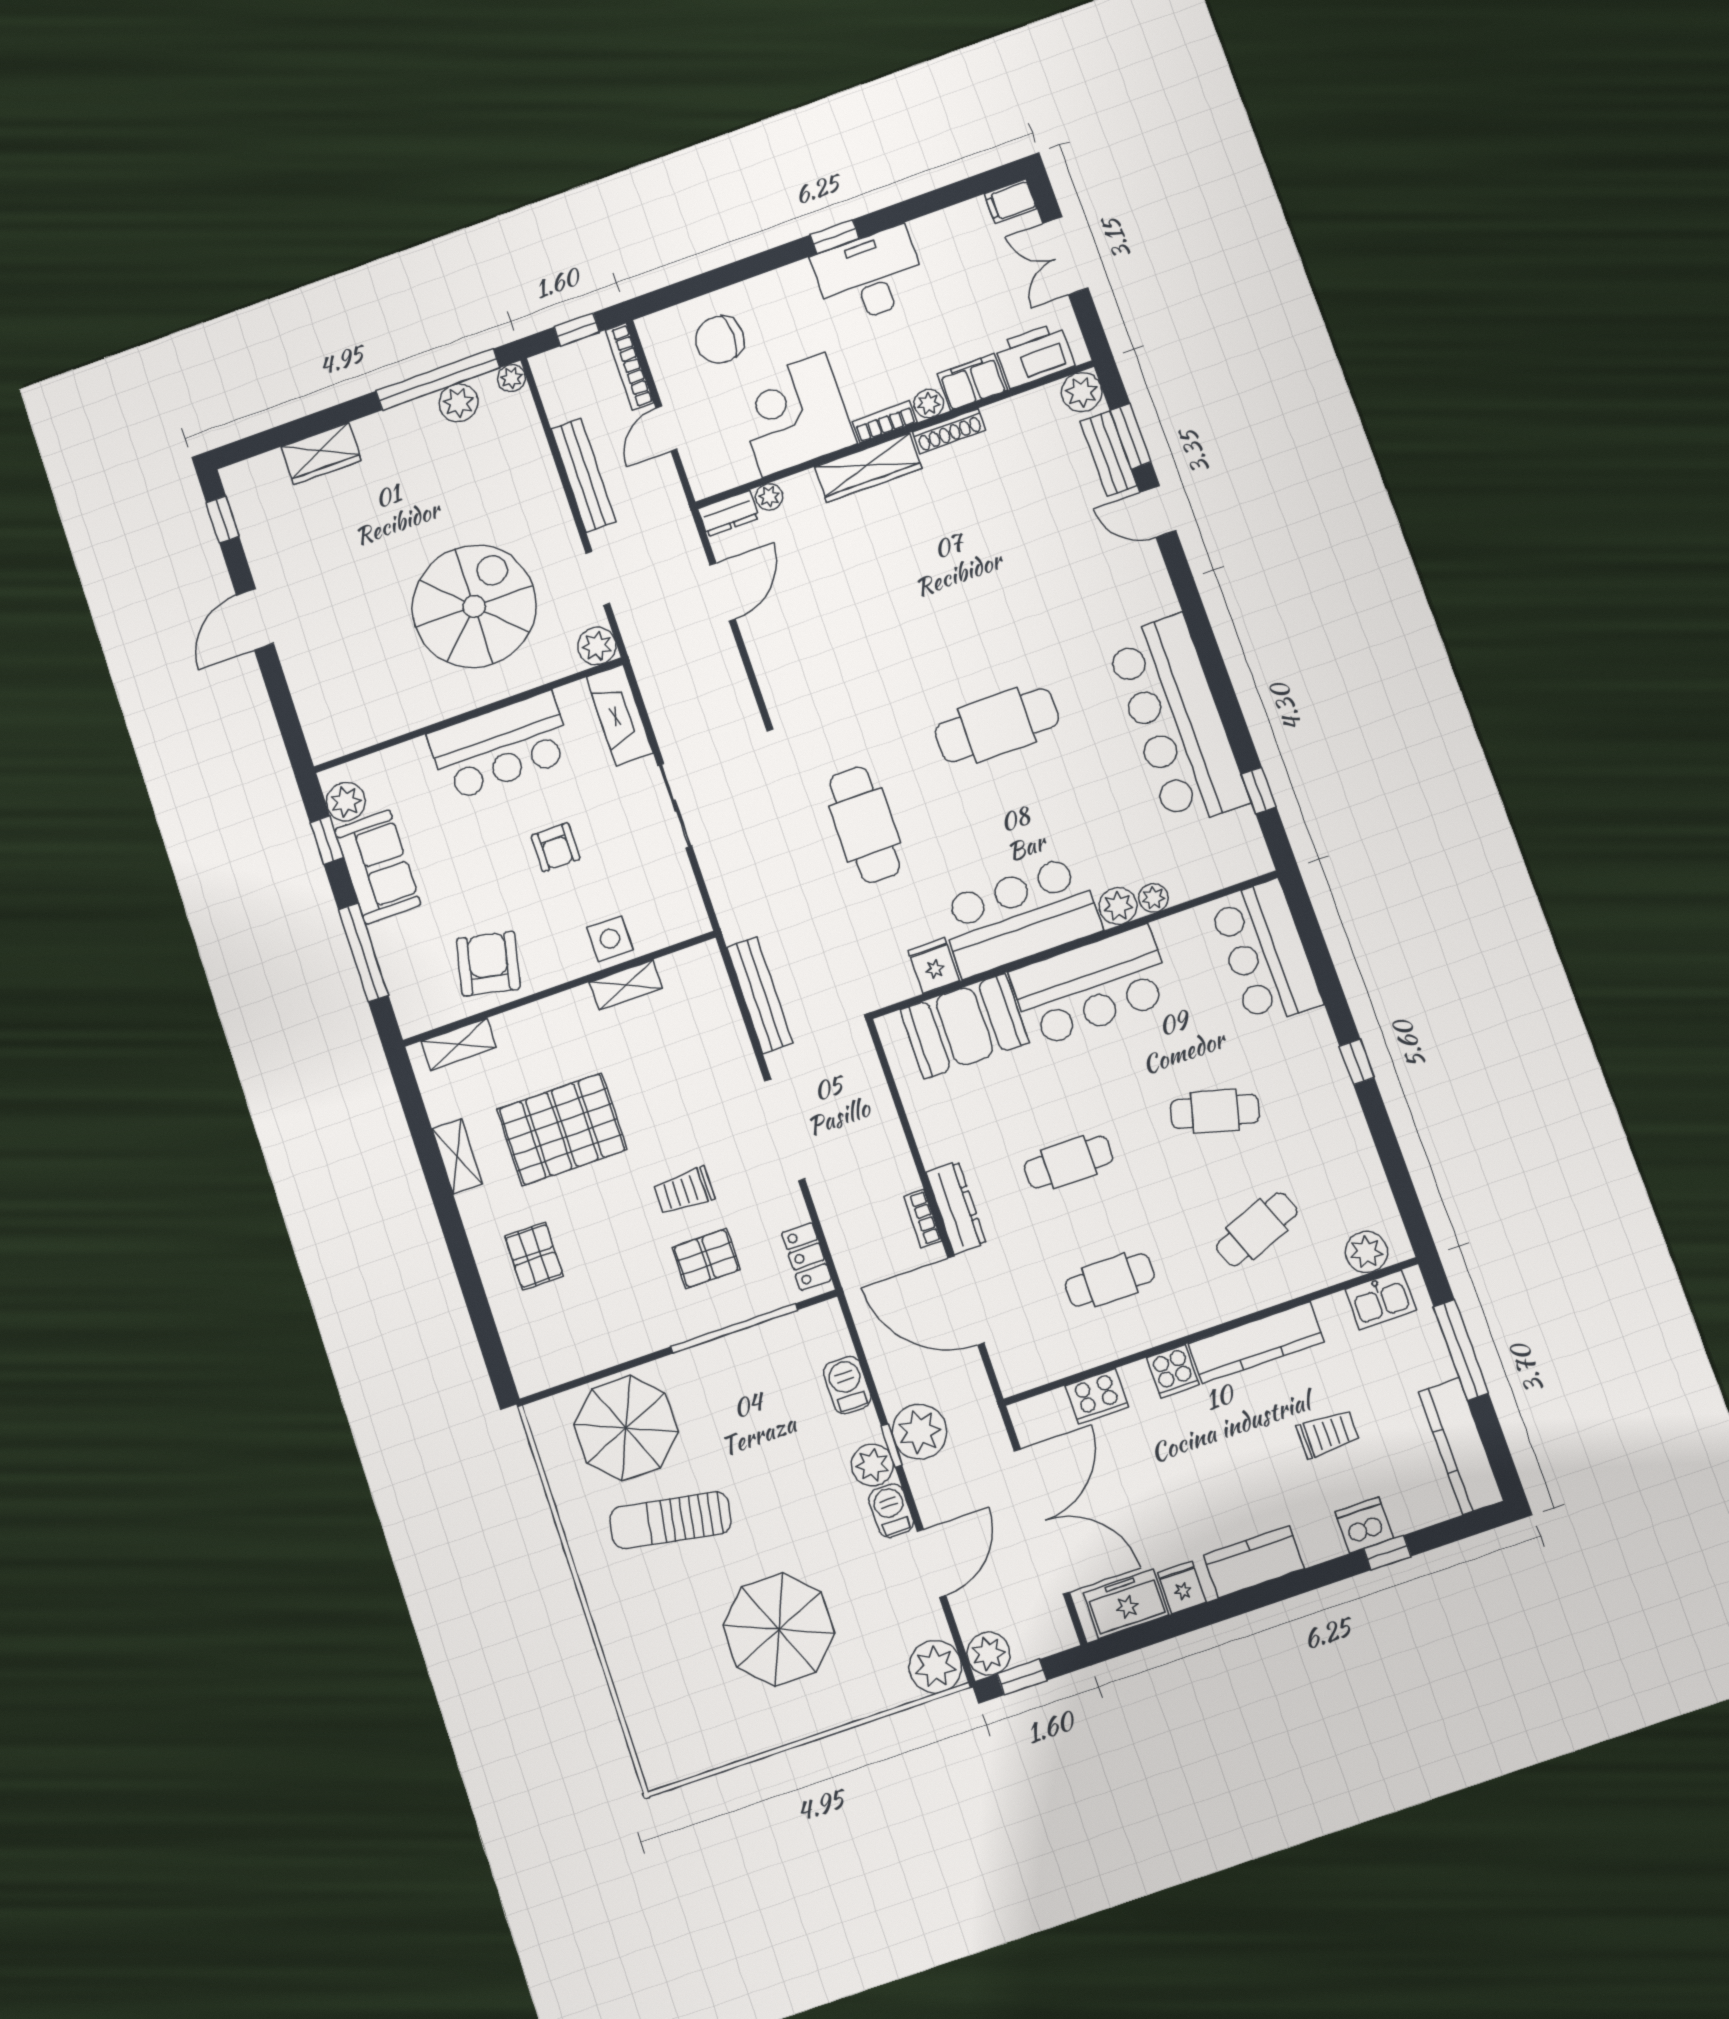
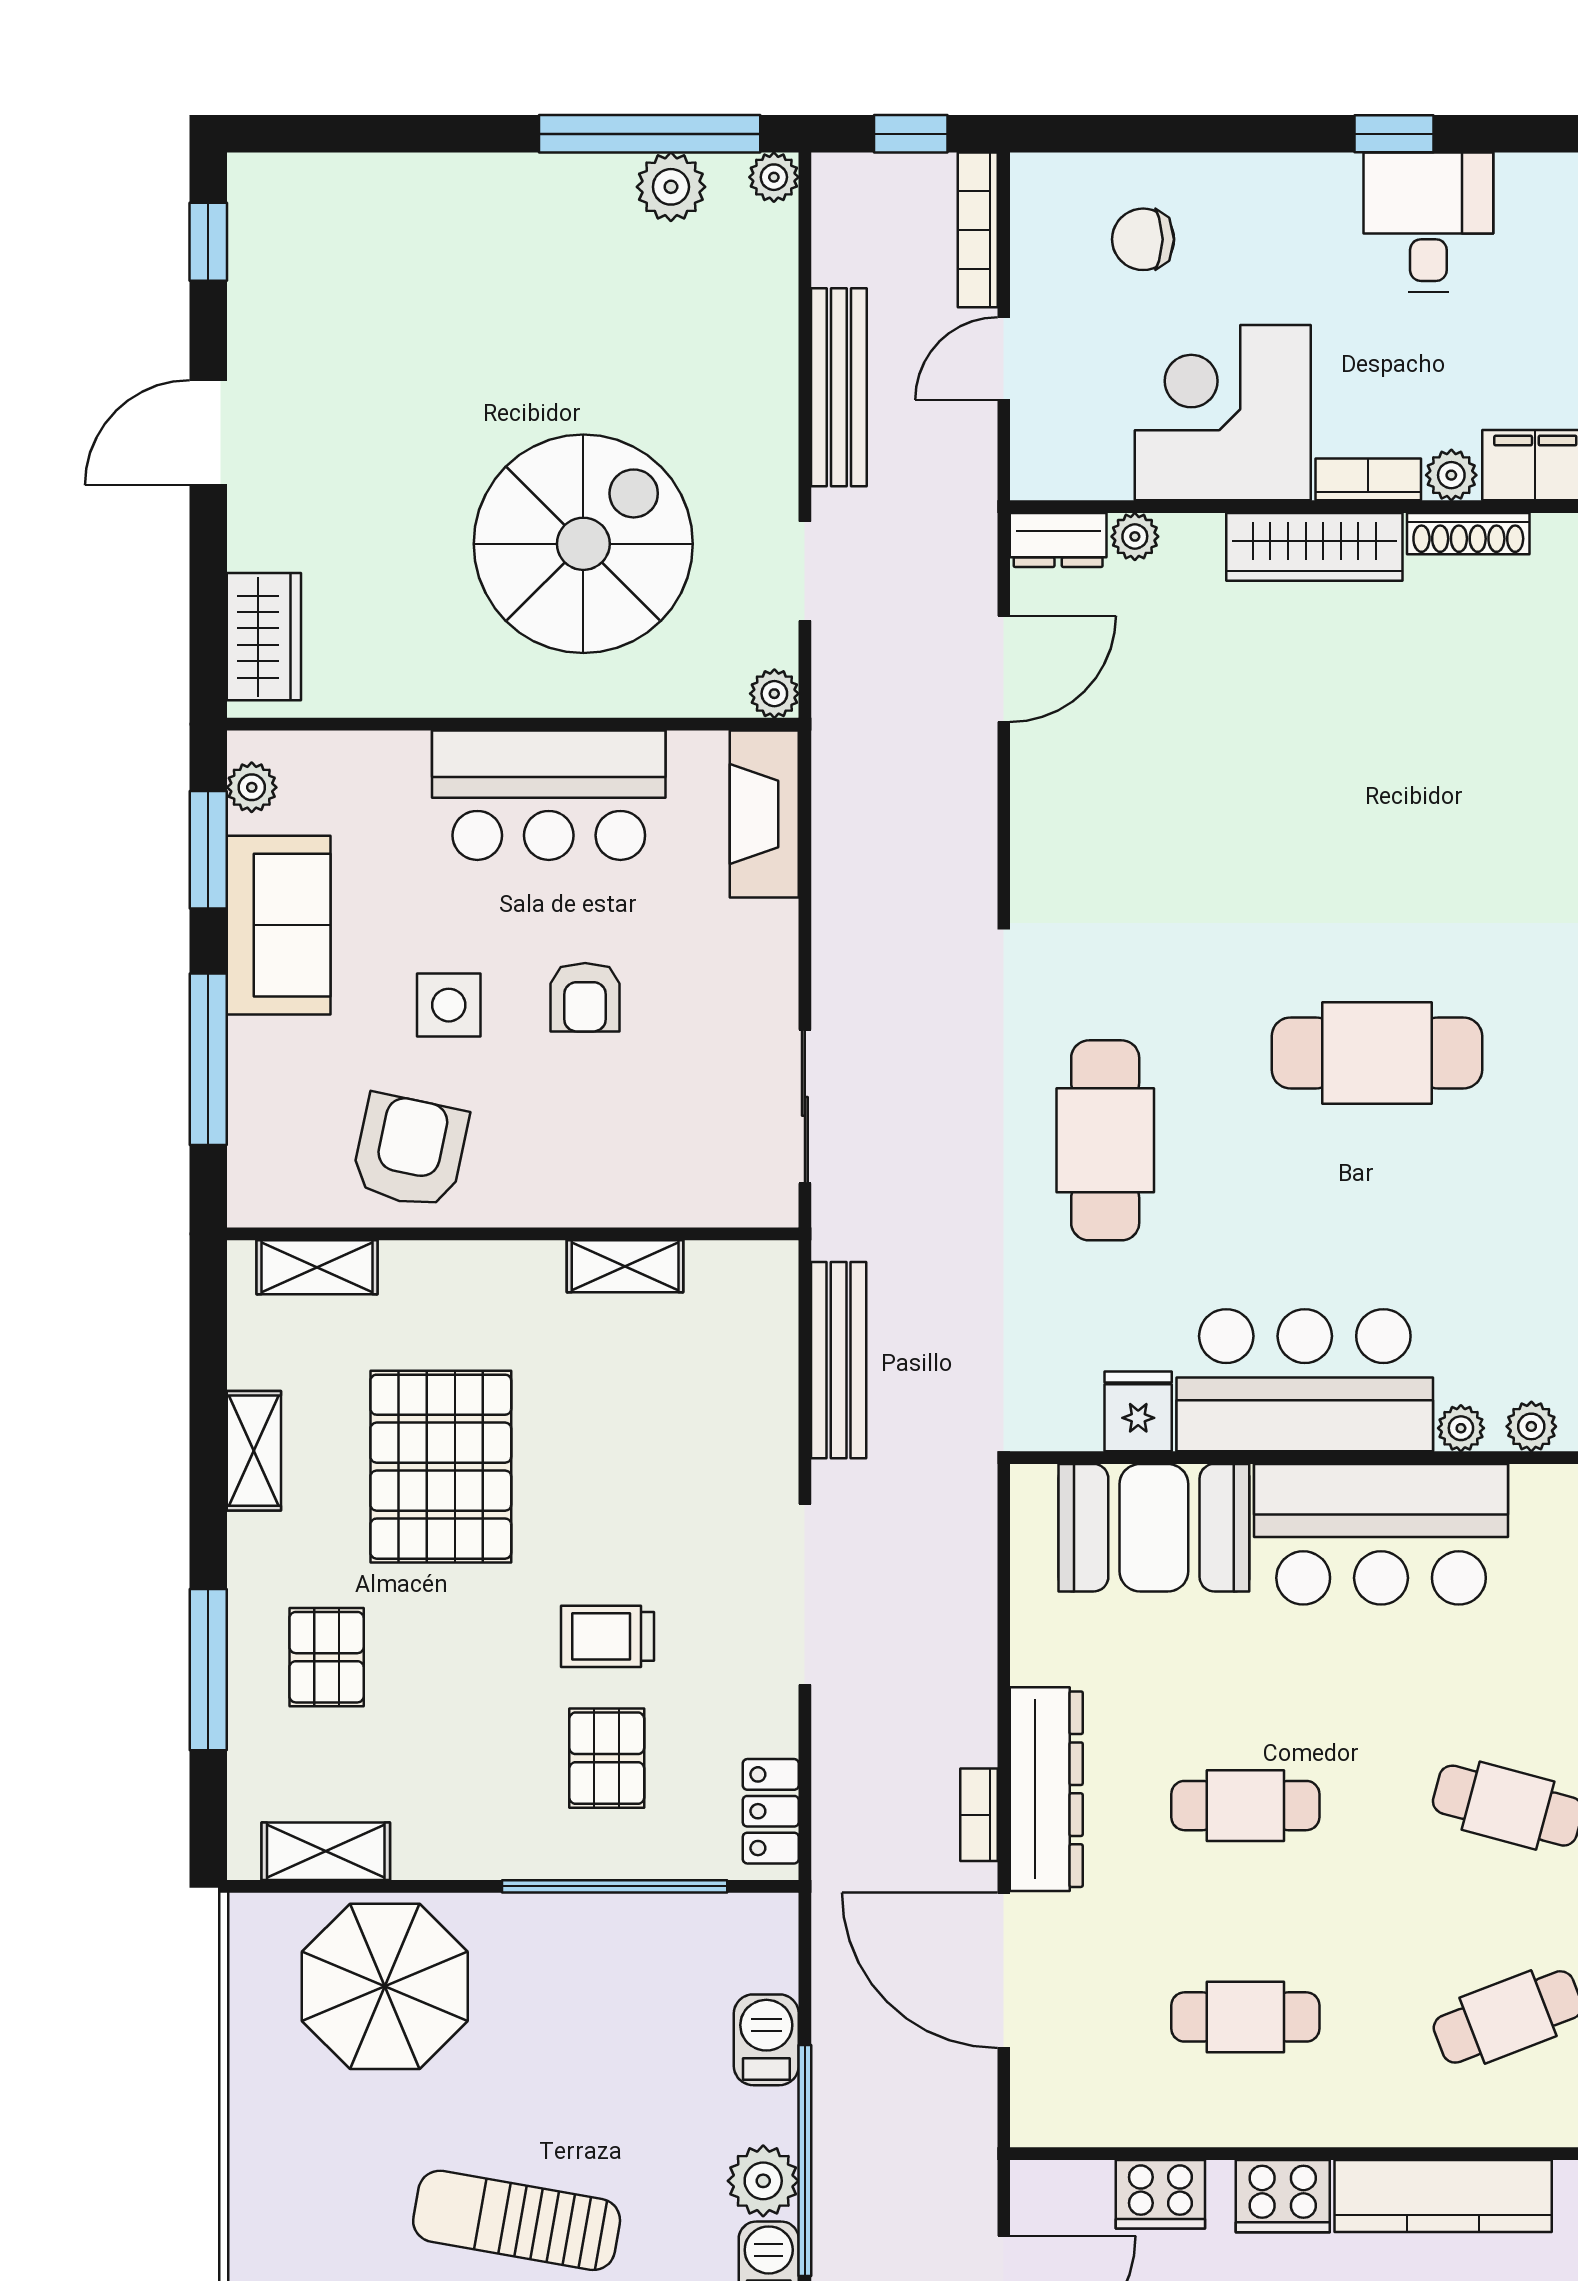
desk: (870, 276) -> (1428, 222), width x0.73
chair: (720, 340) -> (1143, 239), width x0.73, depth x0.73
wardrobe: (321, 454) -> (264, 637), moved, turned -90
plant: (597, 646) -> (774, 694), width x0.73, depth x0.73
plant: (346, 802) -> (252, 787), width x0.73, depth x0.73
sliding door: (675, 806) -> (805, 1106), moved
window: (327, 840) -> (208, 850), width x1.50
plant: (1118, 906) -> (1461, 1428), width x0.73, depth x0.73
side table: (610, 939) -> (449, 1005), moved
pallet: (562, 1129) -> (441, 1467), turned 90
dresser: (956, 1208) -> (1046, 1789), width x1.37, depth x1.24
pallet: (706, 1258) -> (607, 1758), turned 90
window: (471, 1285) -> (208, 1670), added
shelving: (569, 1364) -> (326, 1851), added
cooker: (1173, 1371) -> (1283, 2196), width x1.36
plant: (920, 1432) -> (857, 2154), removed
window: (892, 1446) -> (805, 2161), width x3.17
sun lounger: (670, 1520) -> (517, 2220), moved

